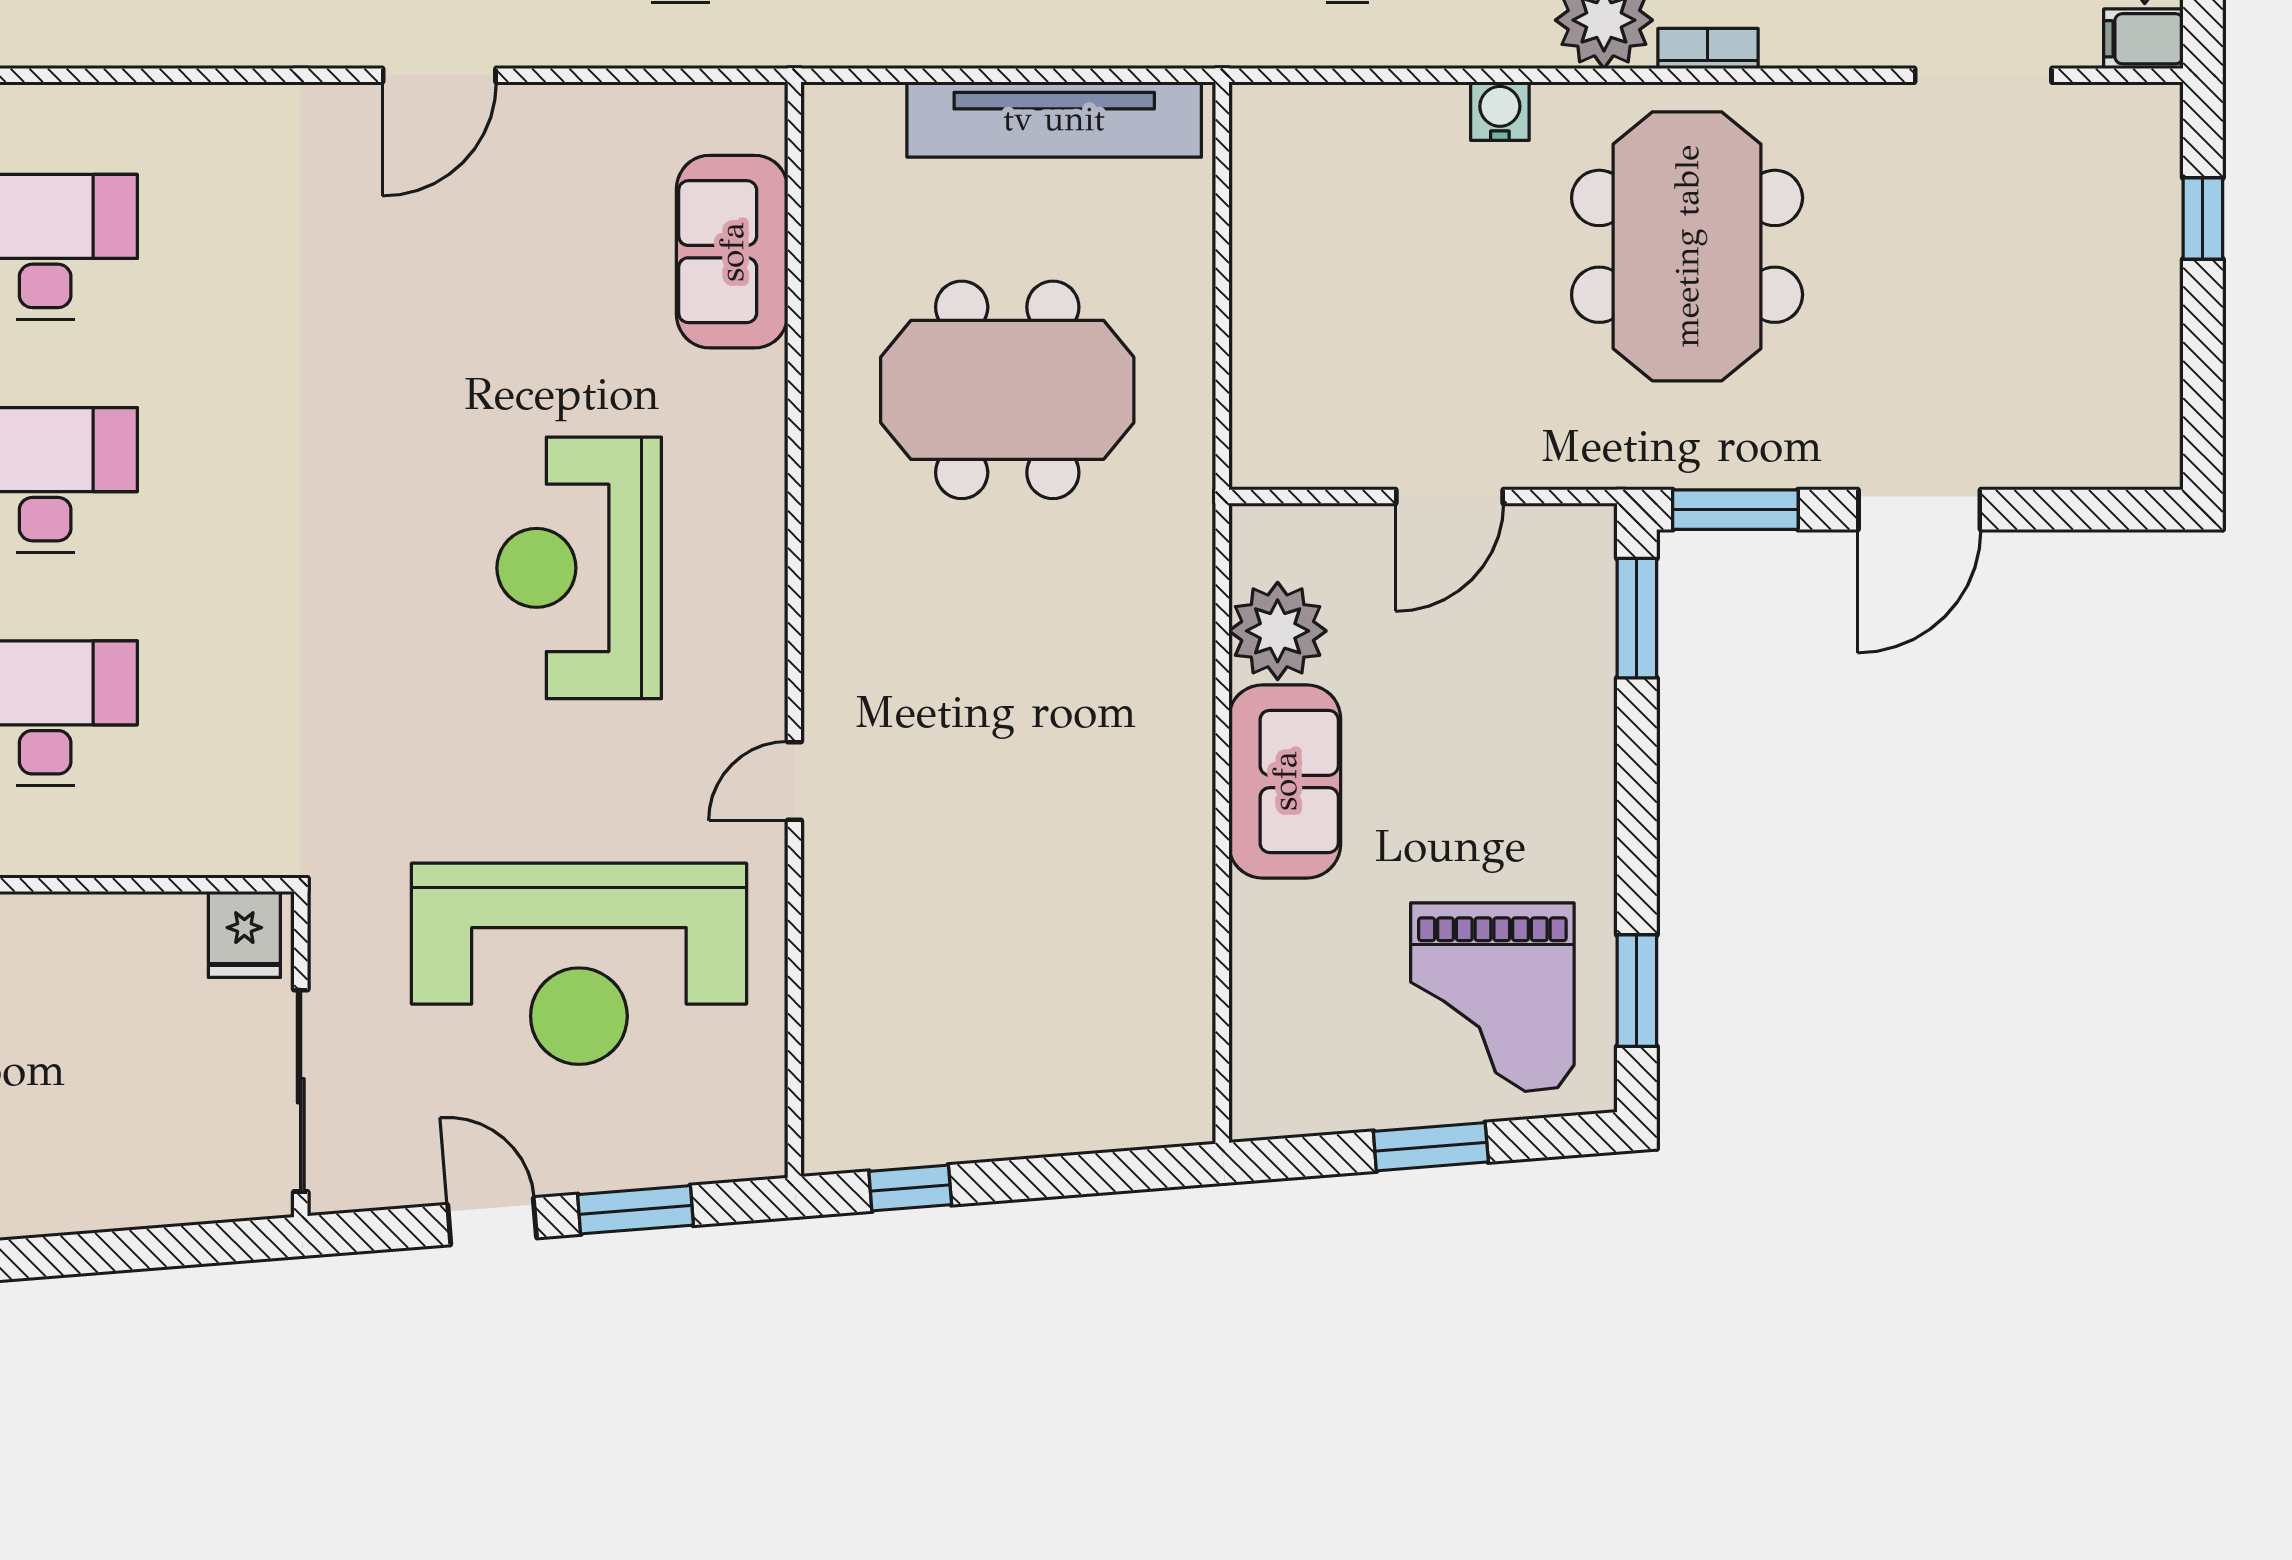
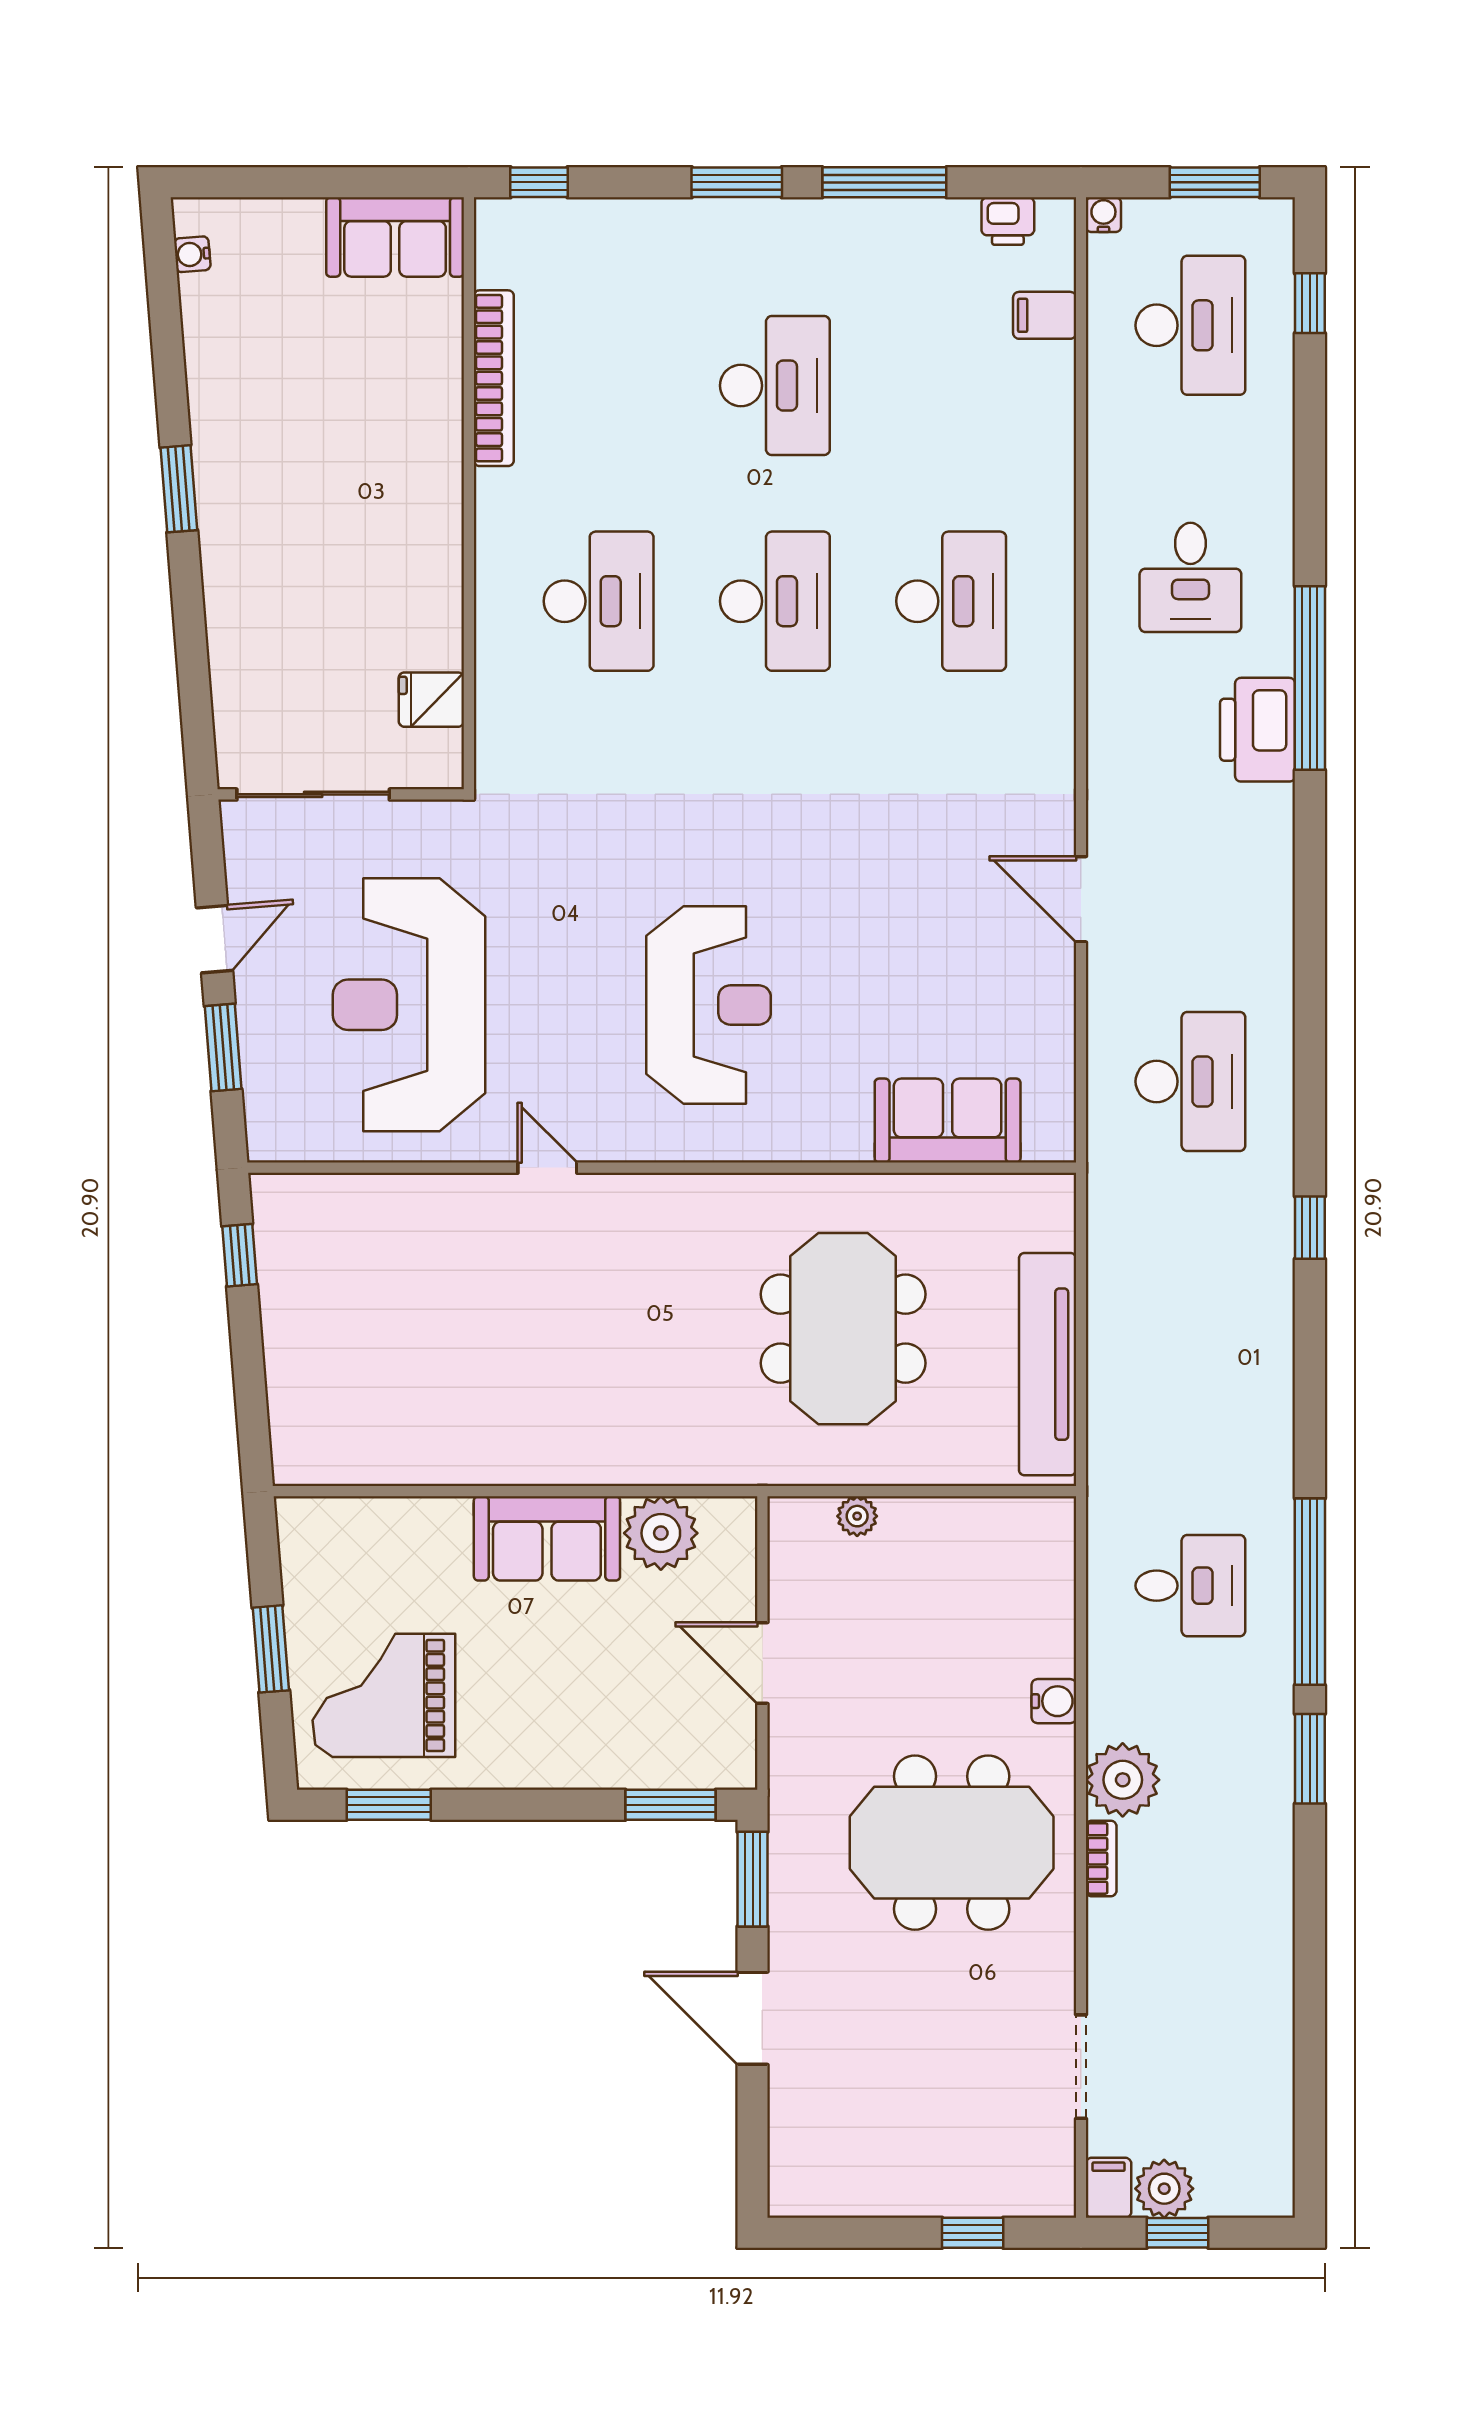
plant: (1255, 371) -> (857, 1516), added
reception desk: (579, 568) -> (708, 1005), turned 90
fridge: (244, 934) -> (431, 700), moved

